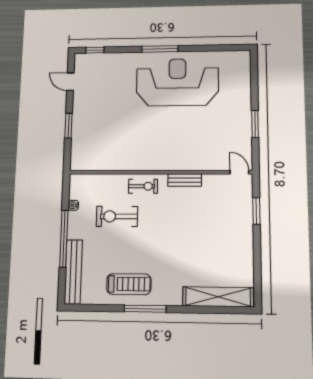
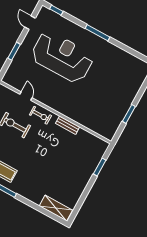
reception desk: (177, 82) -> (62, 57), moved
door: (239, 172) -> (26, 96), moved
shelving: (218, 297) -> (56, 208), width x0.68

